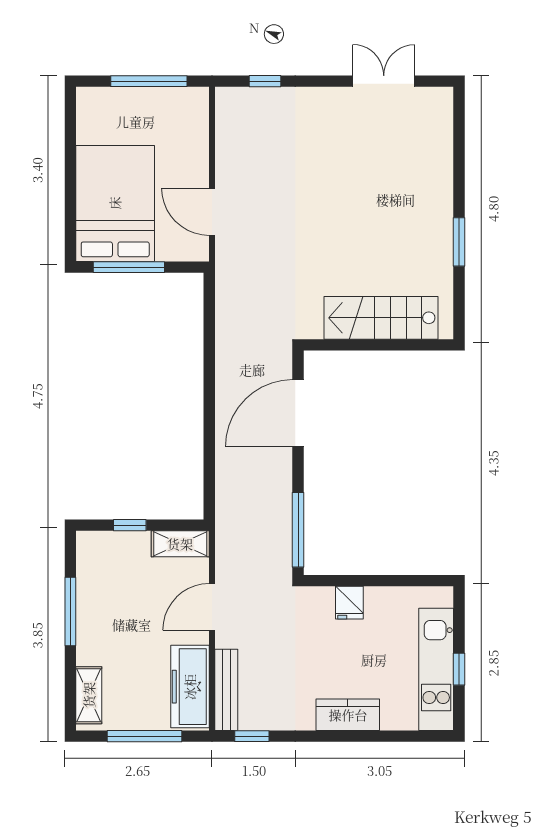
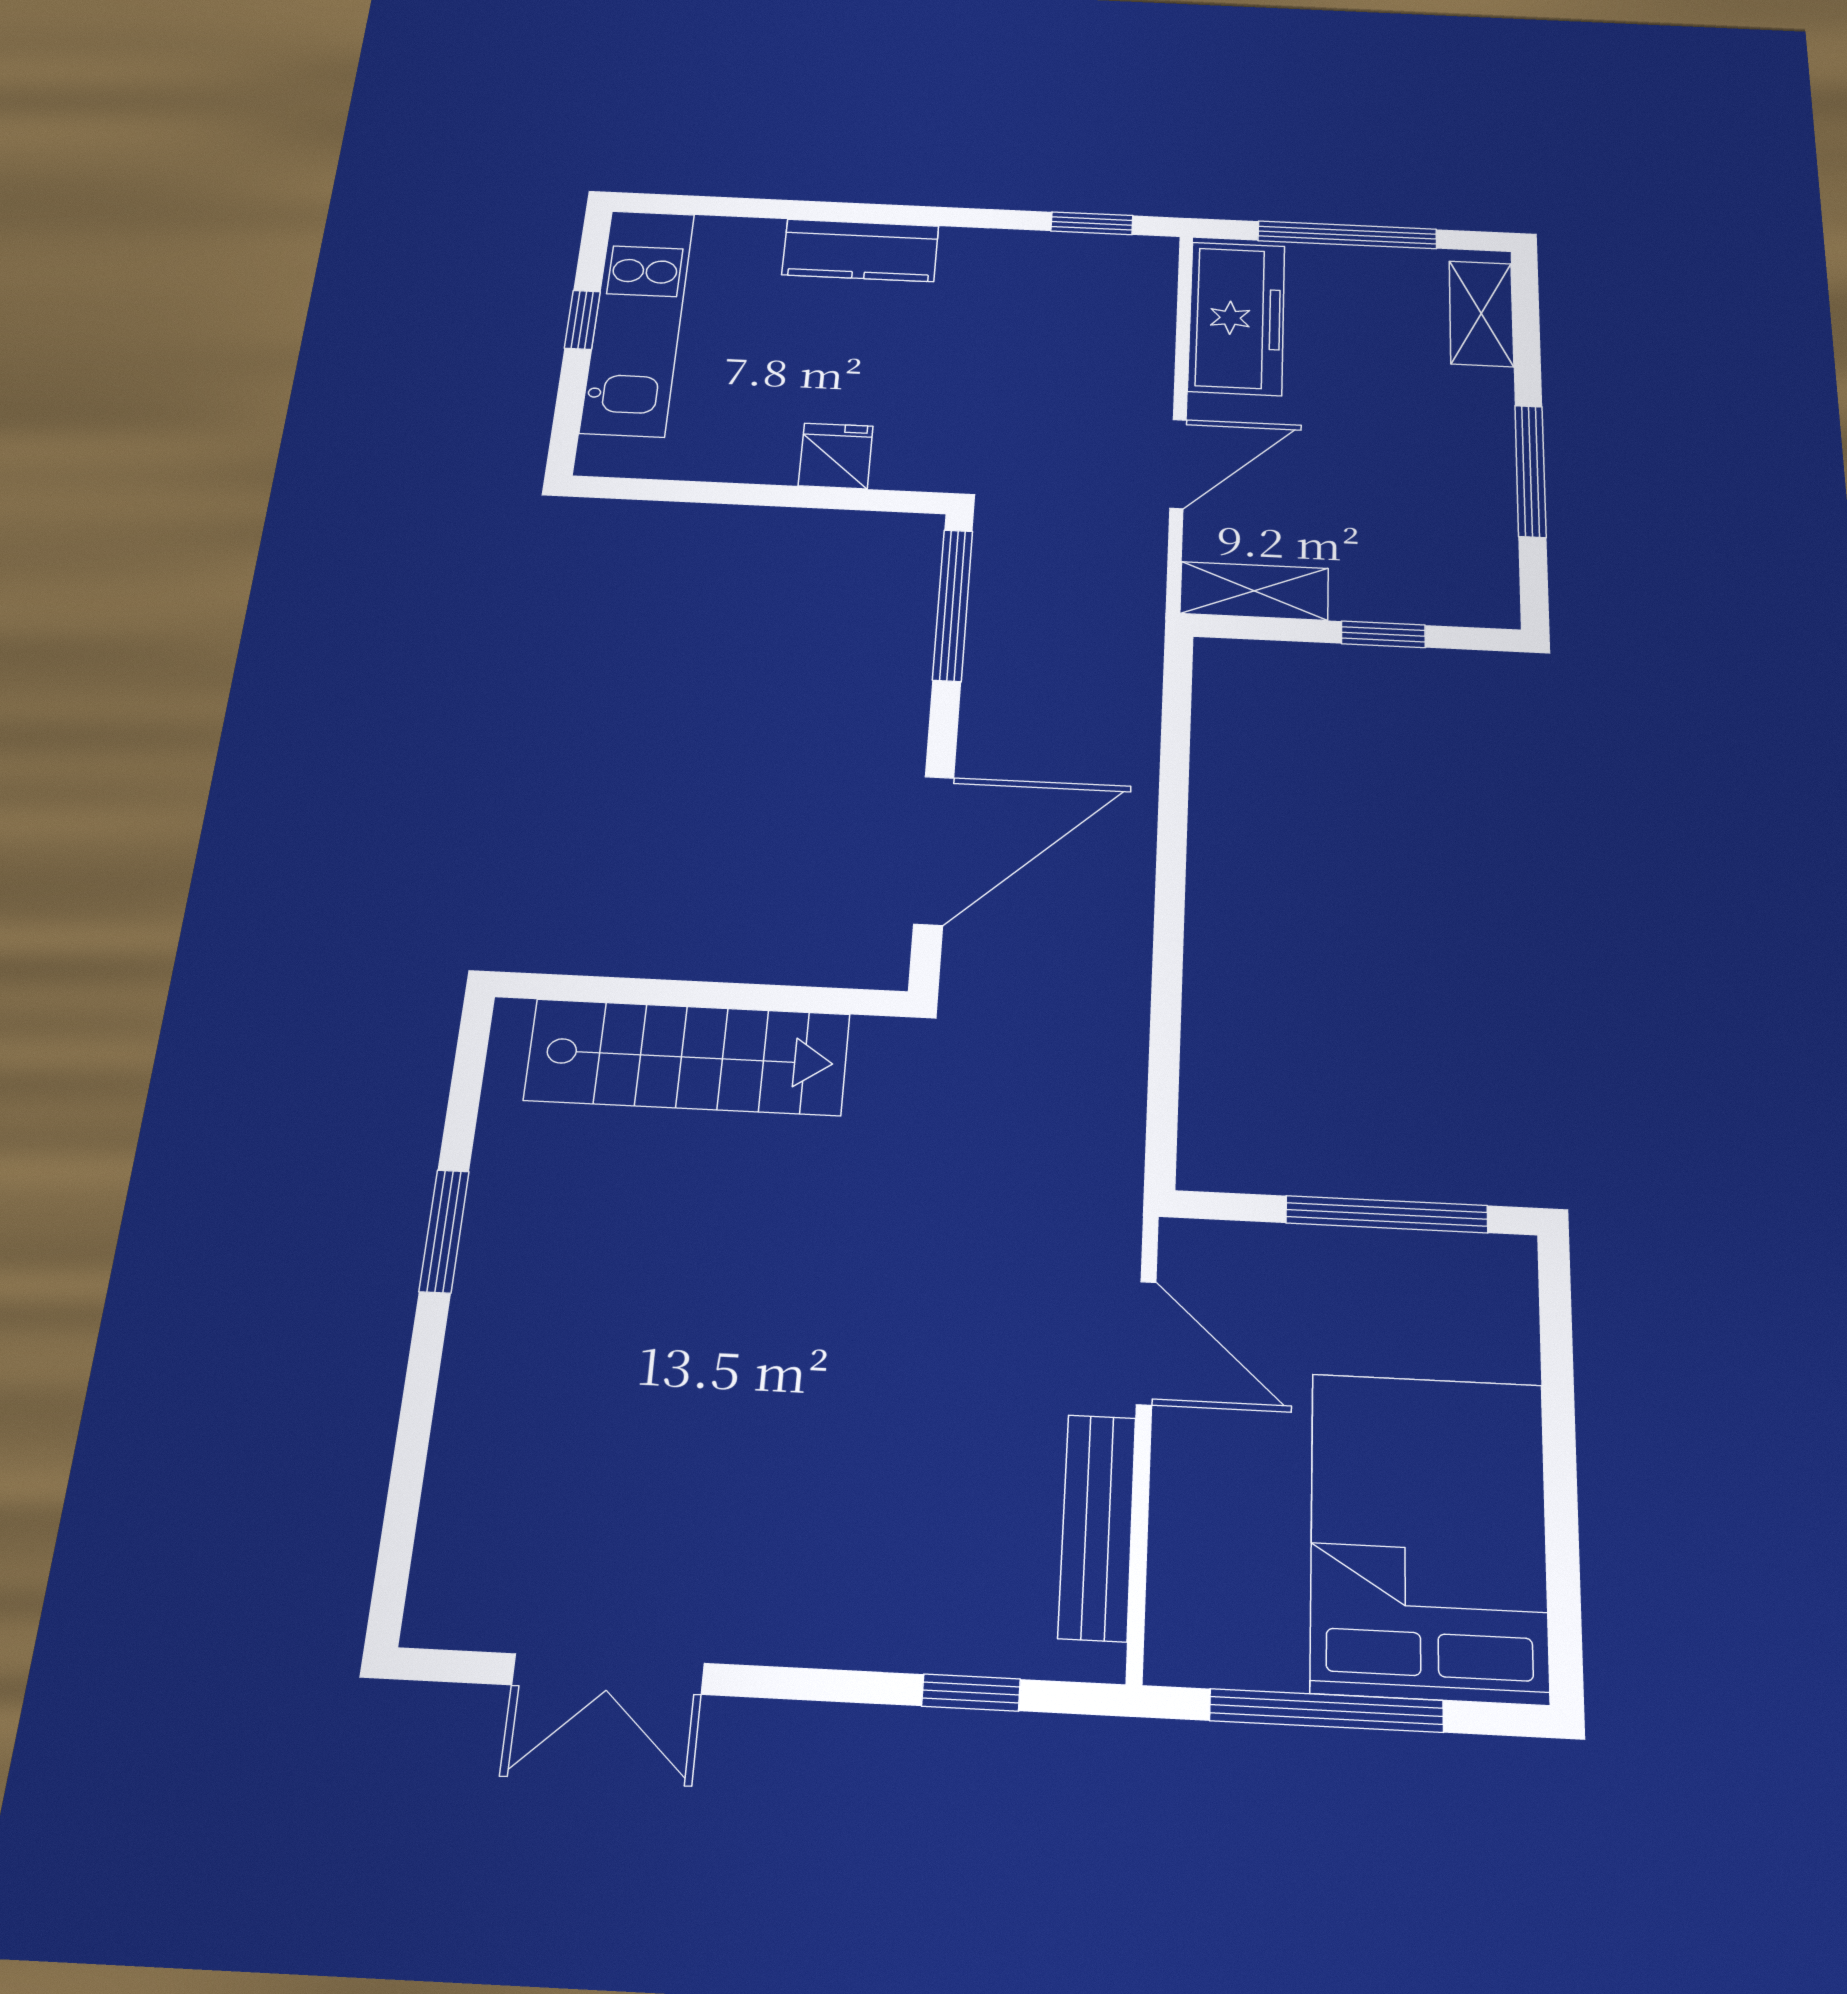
bed: (115, 203) -> (1428, 1536), moved, turned 180
bench: (226, 690) -> (1097, 1527), moved

